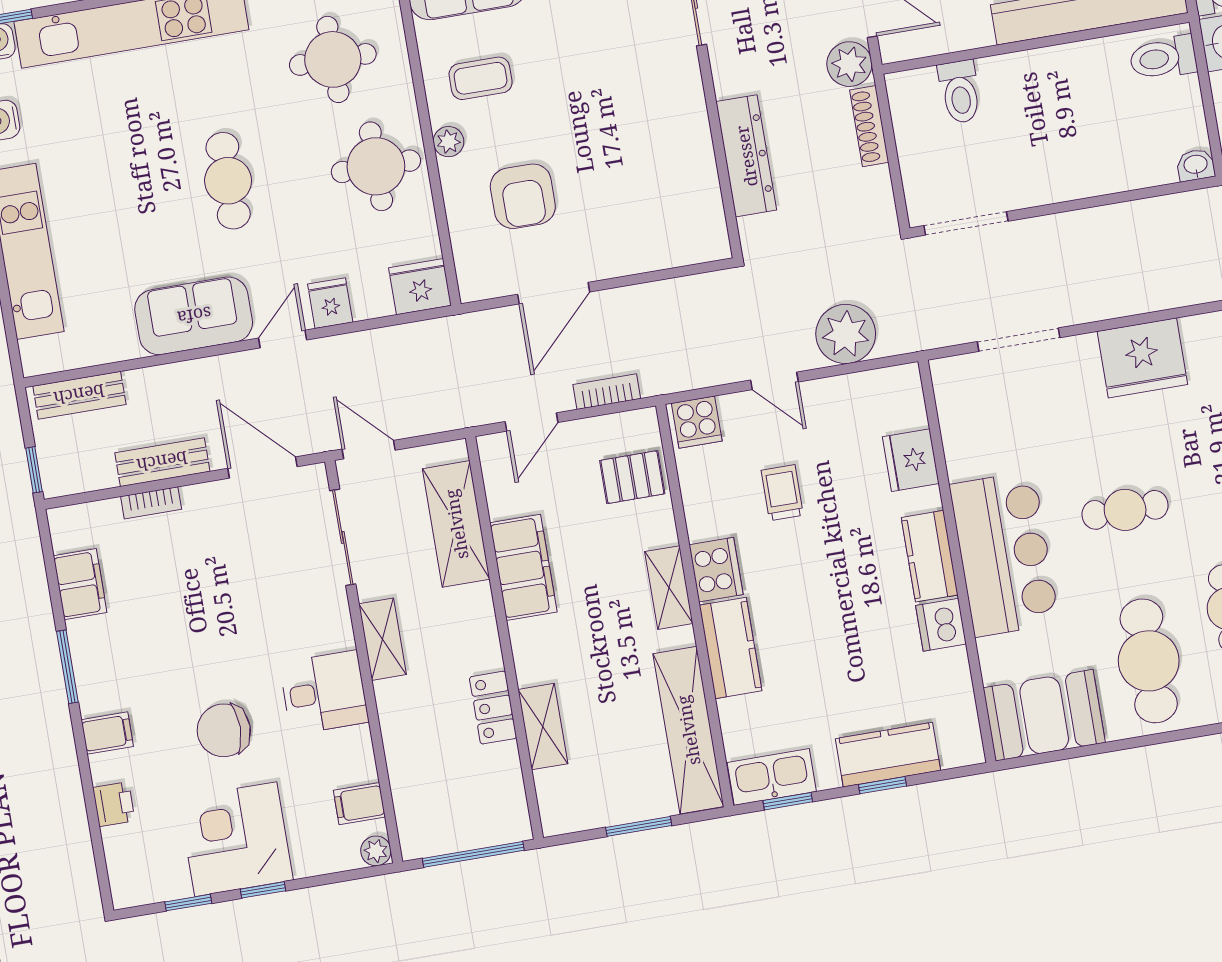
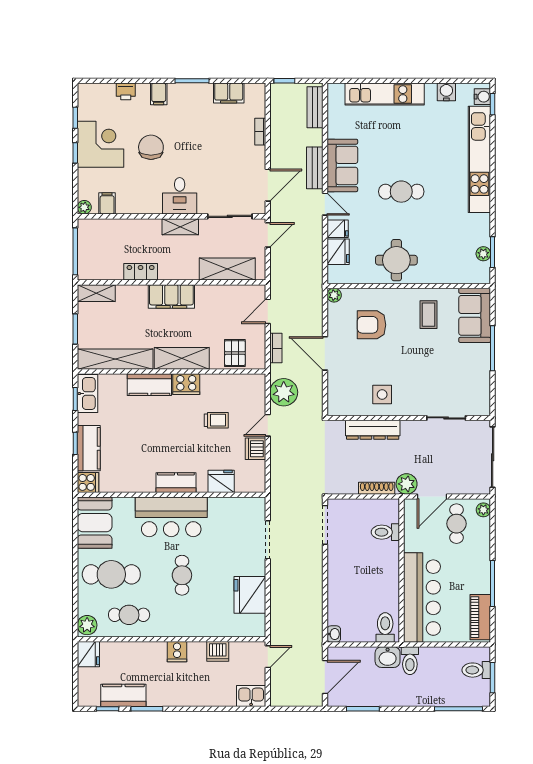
round table: (333, 59) -> (448, 249), removed
plant: (449, 142) -> (334, 295), moved
side table: (668, 148) -> (382, 395), added
fridge: (420, 287) -> (338, 252), moved
door: (554, 293) -> (325, 353), moved
plant: (846, 334) -> (284, 392), moved
door: (532, 422) -> (268, 311), hinge flipped
cooker: (697, 422) -> (88, 482), moved, turned 180
bench: (162, 462) -> (315, 168), moved
filing cabinet: (523, 567) -> (171, 296), moved
shelving: (669, 588) -> (182, 358), width x1.50, depth x1.33
dishwasher: (941, 625) -> (256, 449), moved, turned -90
desk: (324, 692) -> (180, 196), moved
shelving: (543, 727) -> (96, 293), moved

